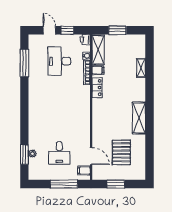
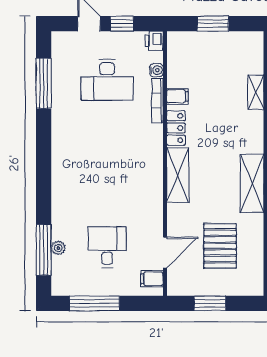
shelving: (98, 50) -> (178, 175), moved
desk: (59, 61) -> (107, 80), turned -90
desk: (59, 153) -> (107, 247), turned 180
window: (24, 155) -> (44, 250), width x1.44
door: (91, 156) -> (165, 253), hinge flipped
window: (64, 184) -> (94, 303), moved

